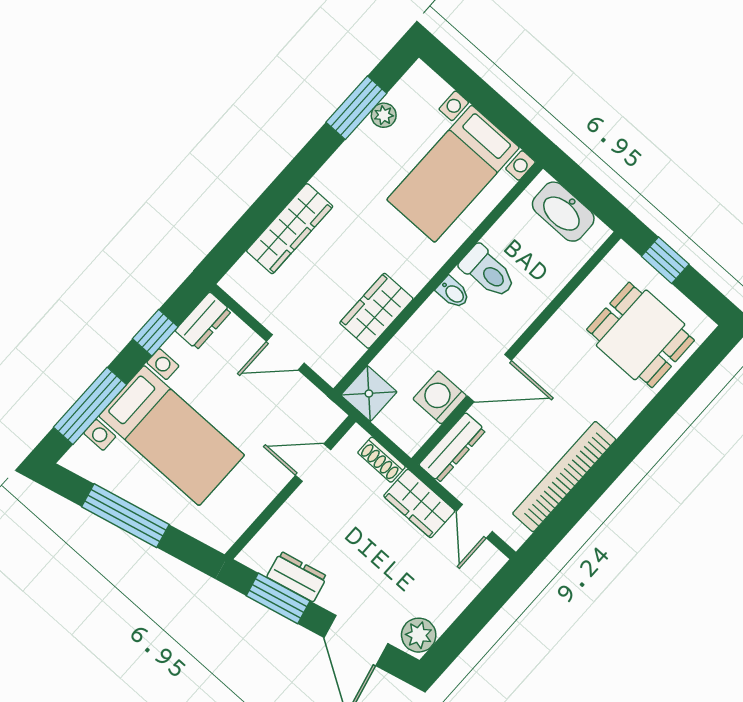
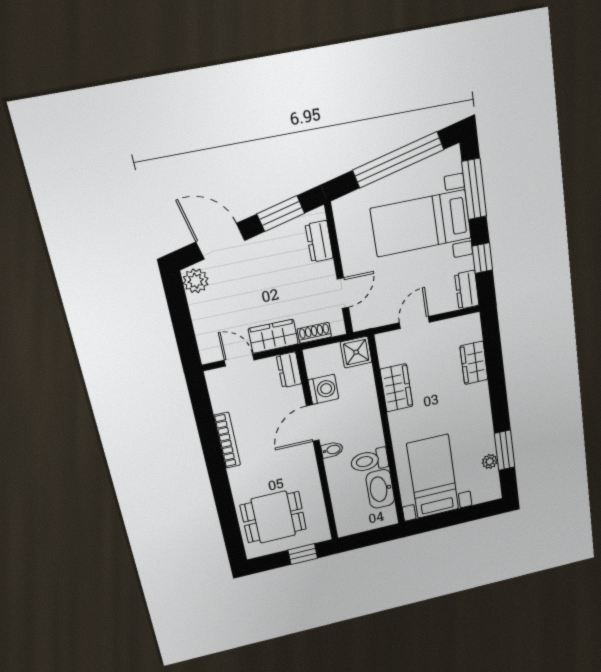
washbasin: (563, 212) -> (380, 489), moved, turned -90
wardrobe: (290, 229) -> (474, 363), width x0.67
bidet: (453, 293) -> (332, 450), moved, turned 180
dresser: (452, 448) -> (289, 370), width x0.70
bookcase: (564, 477) -> (227, 440), width x0.68, depth x0.76
window: (125, 516) -> (398, 160), width x1.46
dresser: (297, 577) -> (319, 241), moved, turned 103

